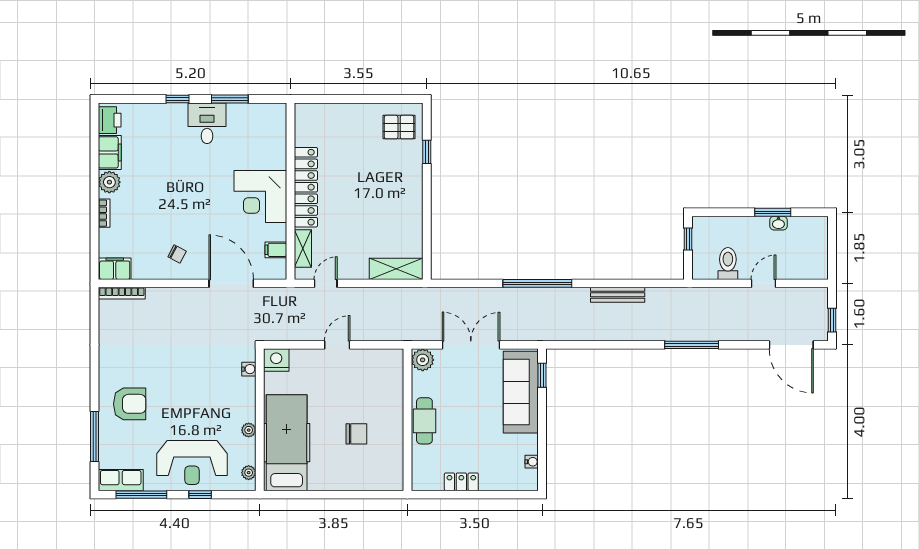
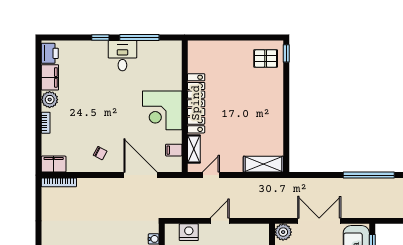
window: (230, 99) -> (139, 38), width x1.44
window: (427, 152) -> (286, 53), moved
nightstand: (276, 360) -> (189, 232), moved

